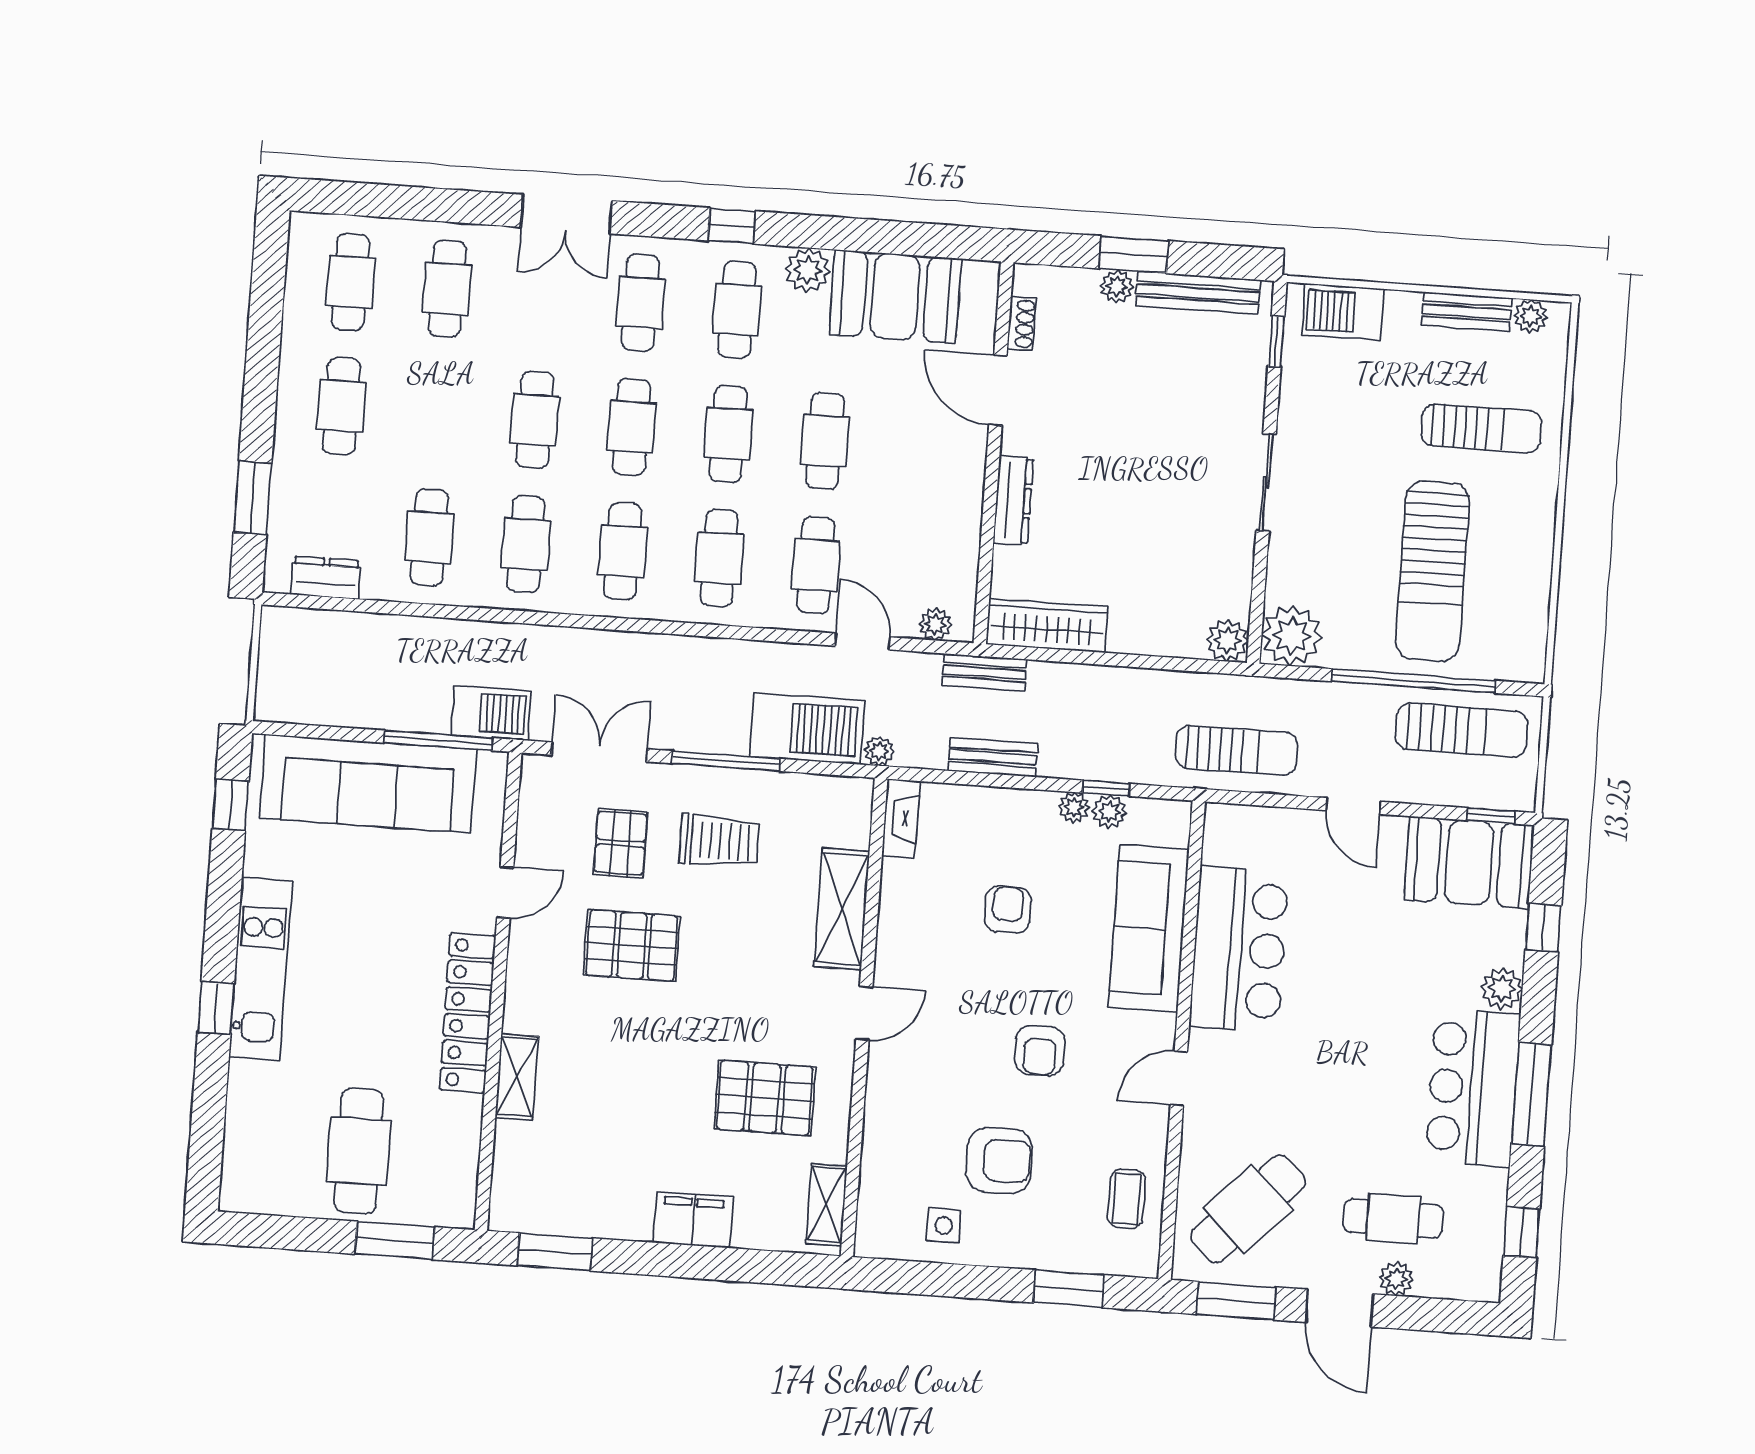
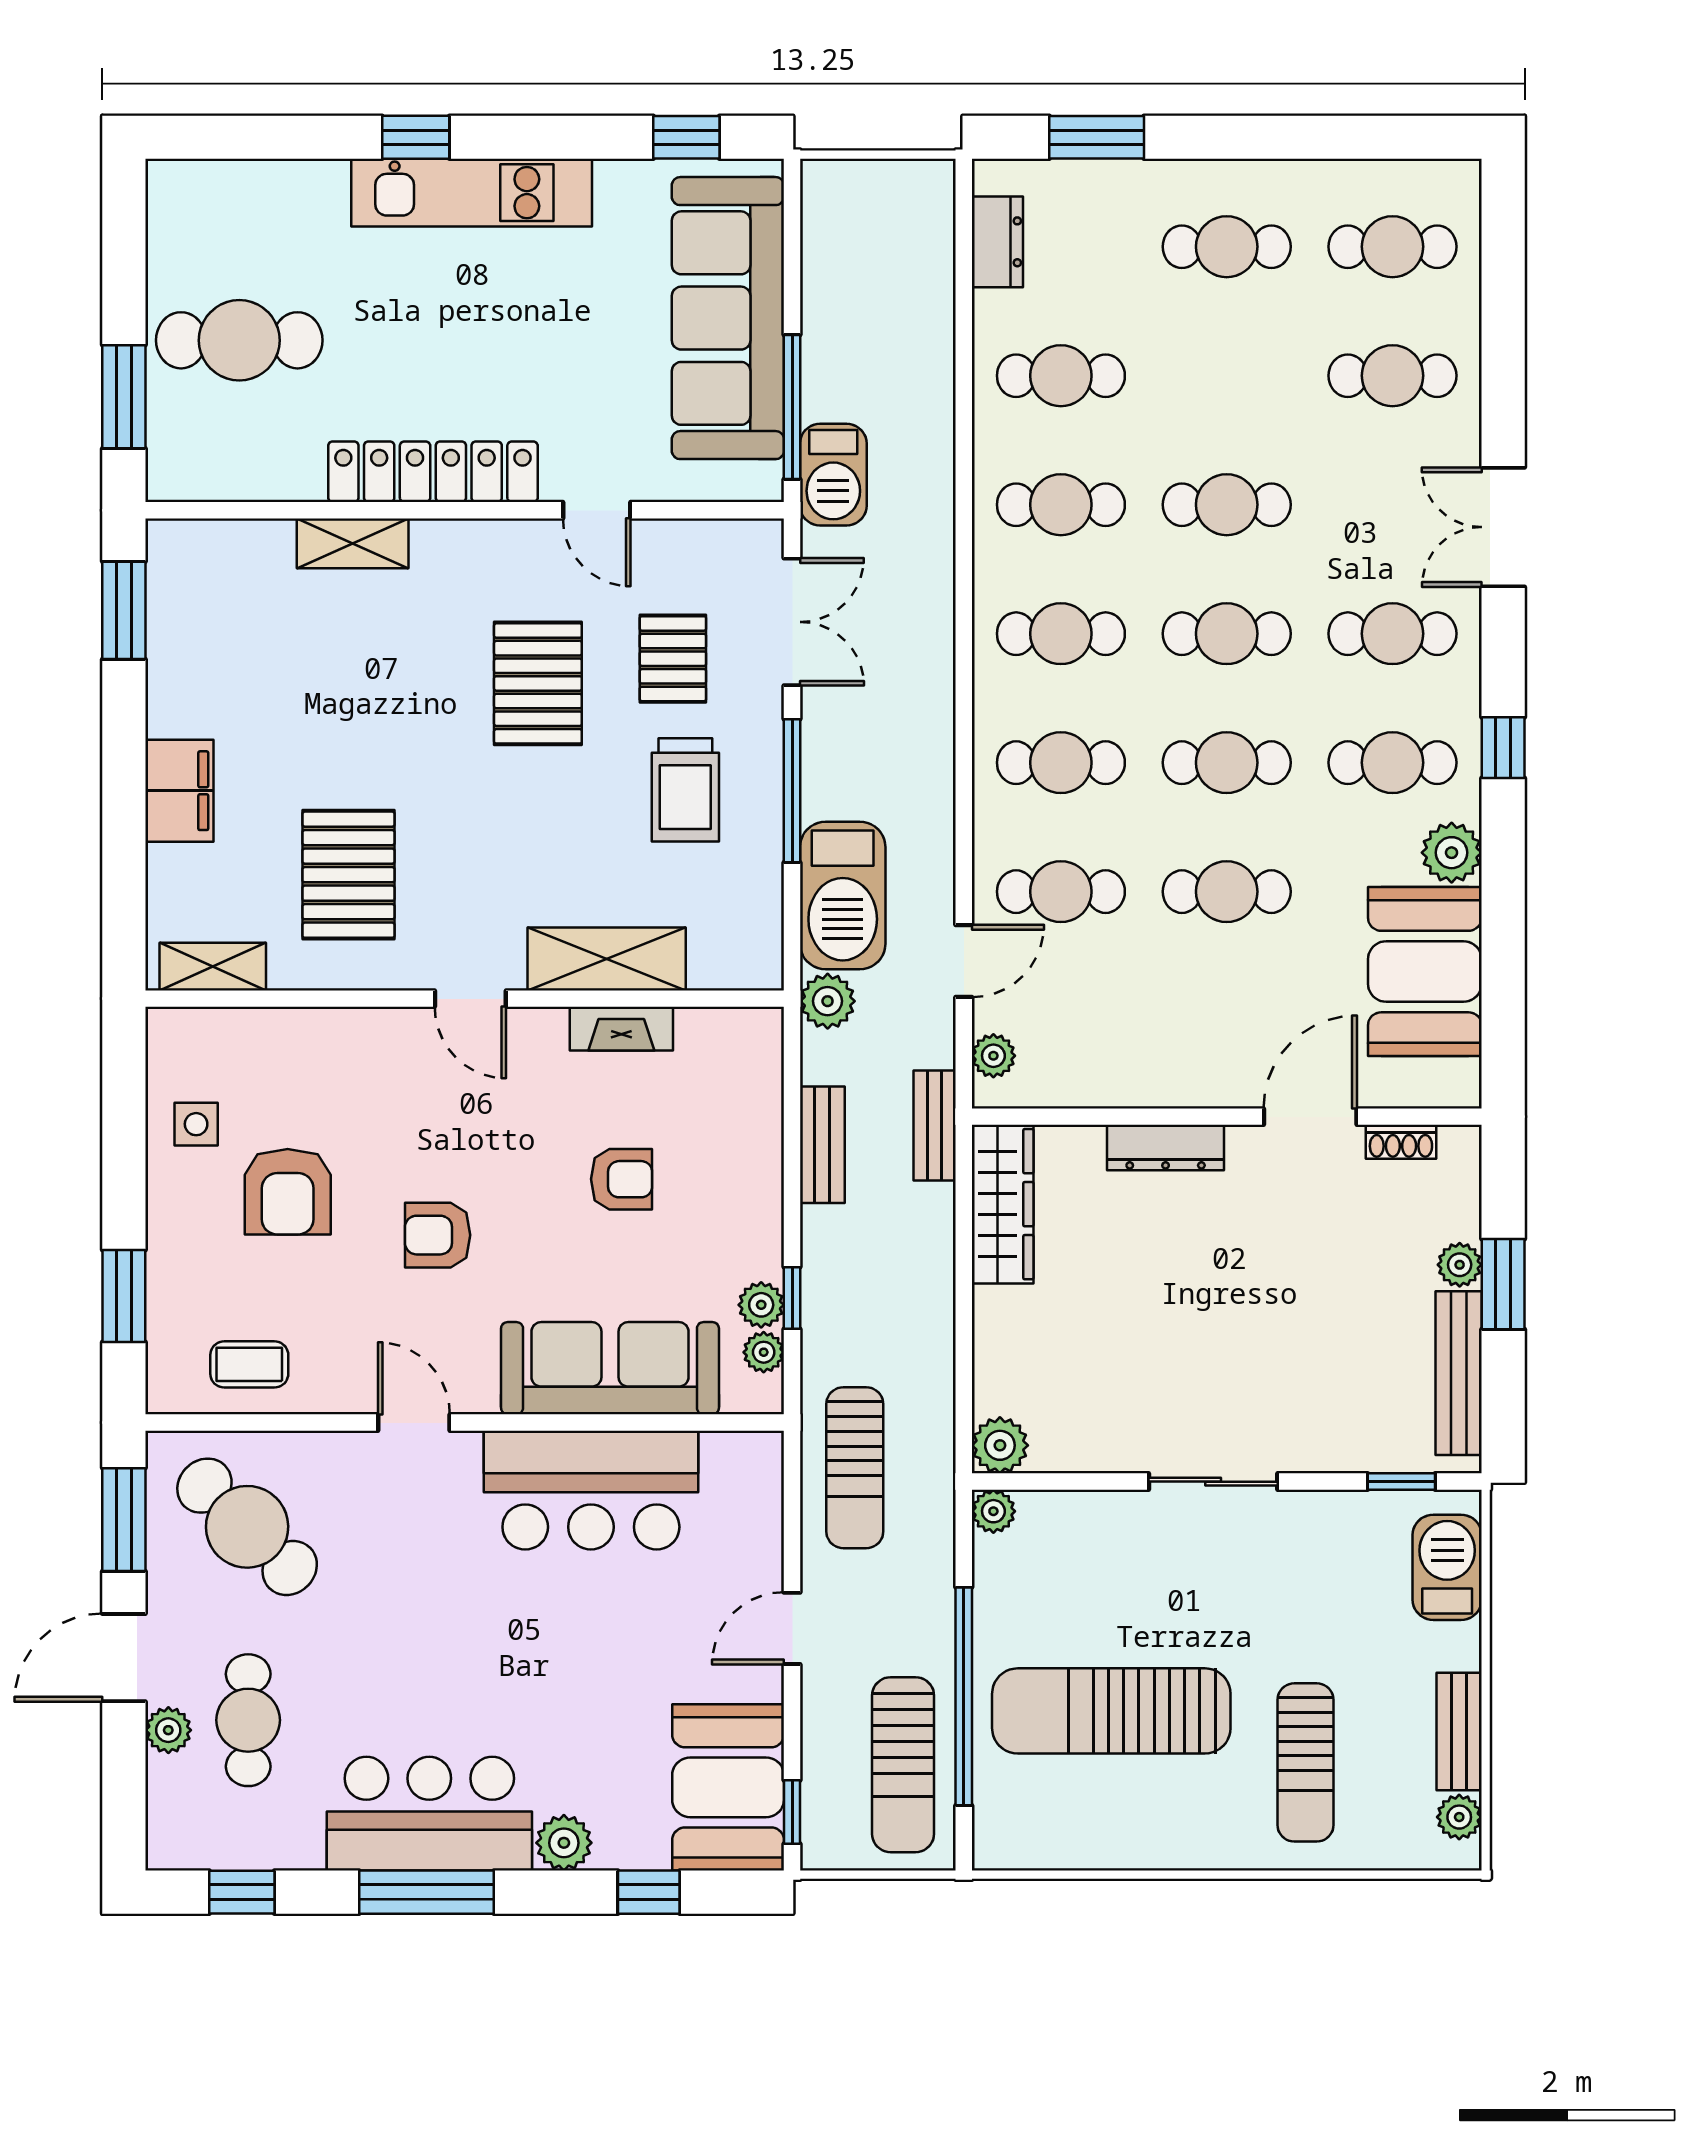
plant: (1292, 636) -> (993, 1511), width x0.53, depth x0.53
plant: (879, 751) -> (828, 1001), width x1.38, depth x1.38
plant: (1074, 807) -> (764, 1352), moved
fireplace: (901, 818) -> (621, 1029), moved
pallet: (620, 843) -> (673, 659), turned 90

